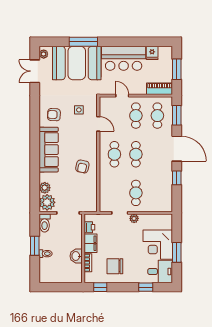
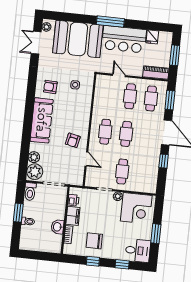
window: (83, 42) -> (110, 22), moved
door: (98, 124) -> (86, 159), moved
corner desk: (158, 245) -> (136, 208), moved, turned -90
window: (100, 287) -> (93, 261), moved

